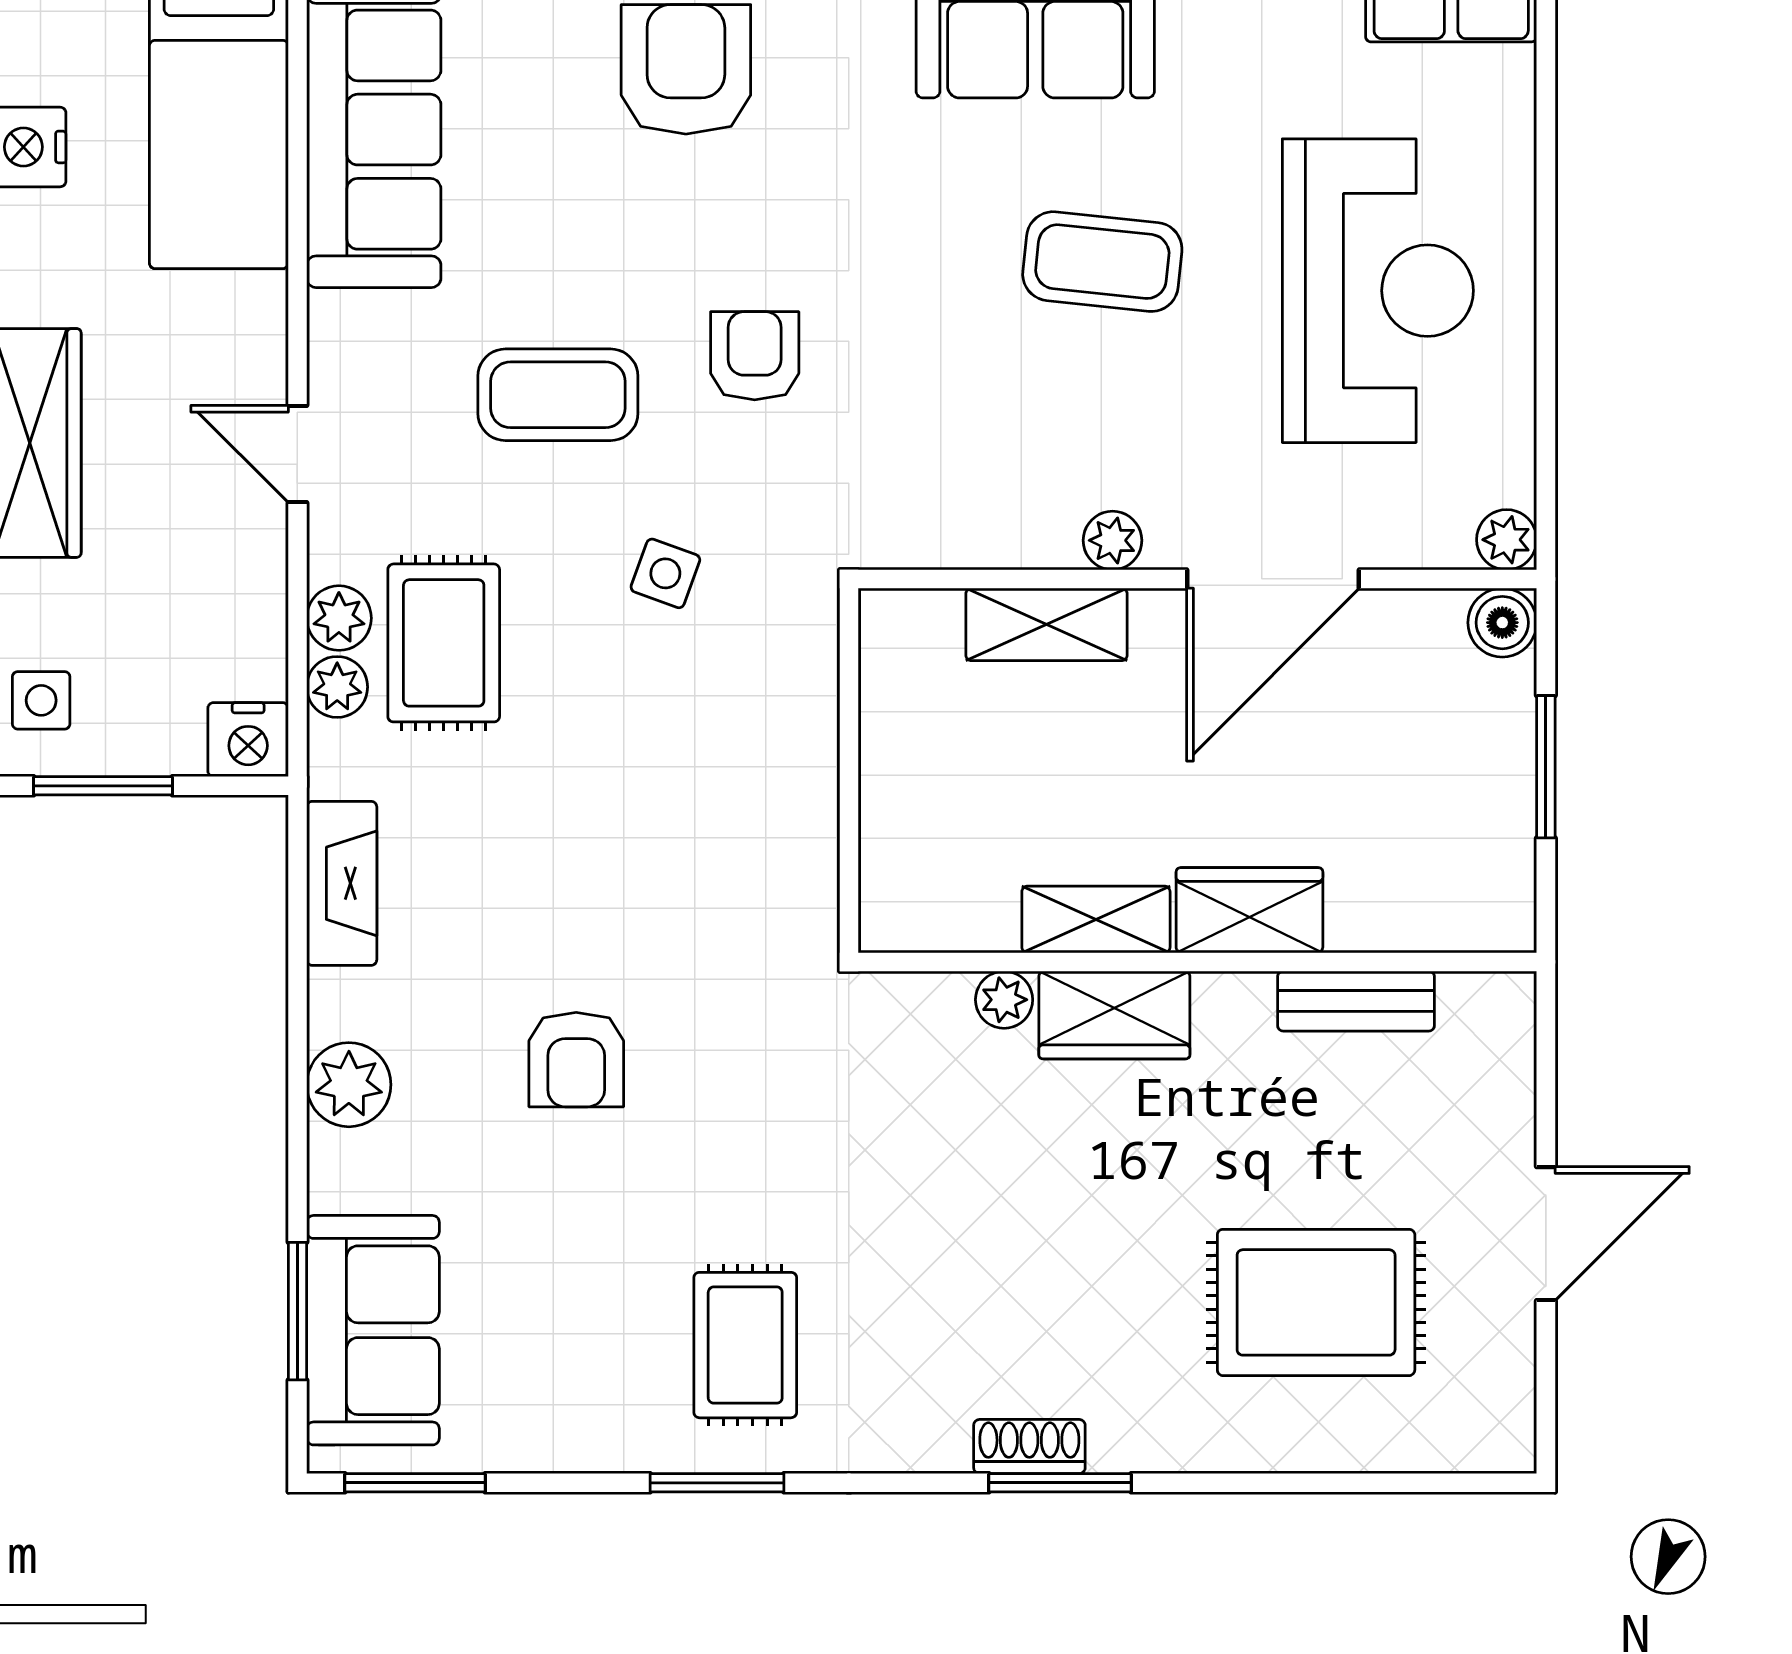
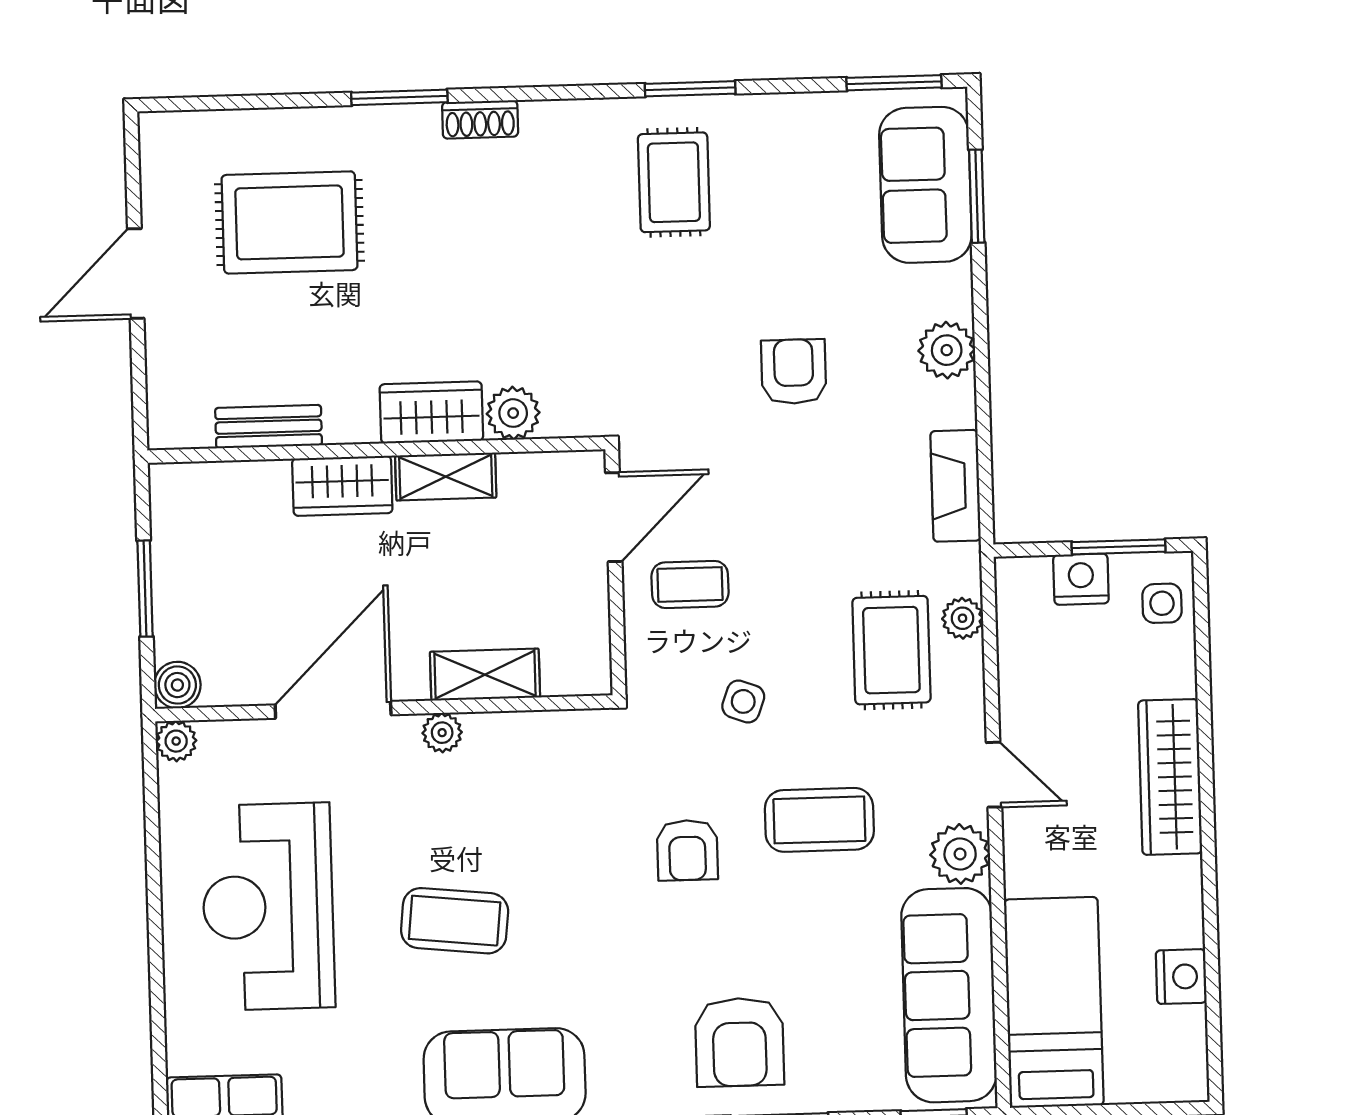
plant: (339, 618) -> (960, 854), moved, width x1.38, depth x1.38
nightstand: (248, 740) -> (1081, 579), moved
coffee table: (739, 749) -> (690, 584), added
door: (849, 852) -> (614, 517), added
plant: (1004, 1000) -> (513, 413), width x1.38, depth x1.38
window: (1060, 1483) -> (399, 97), moved

